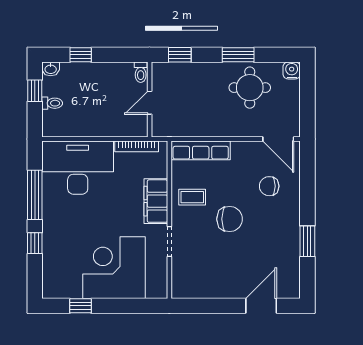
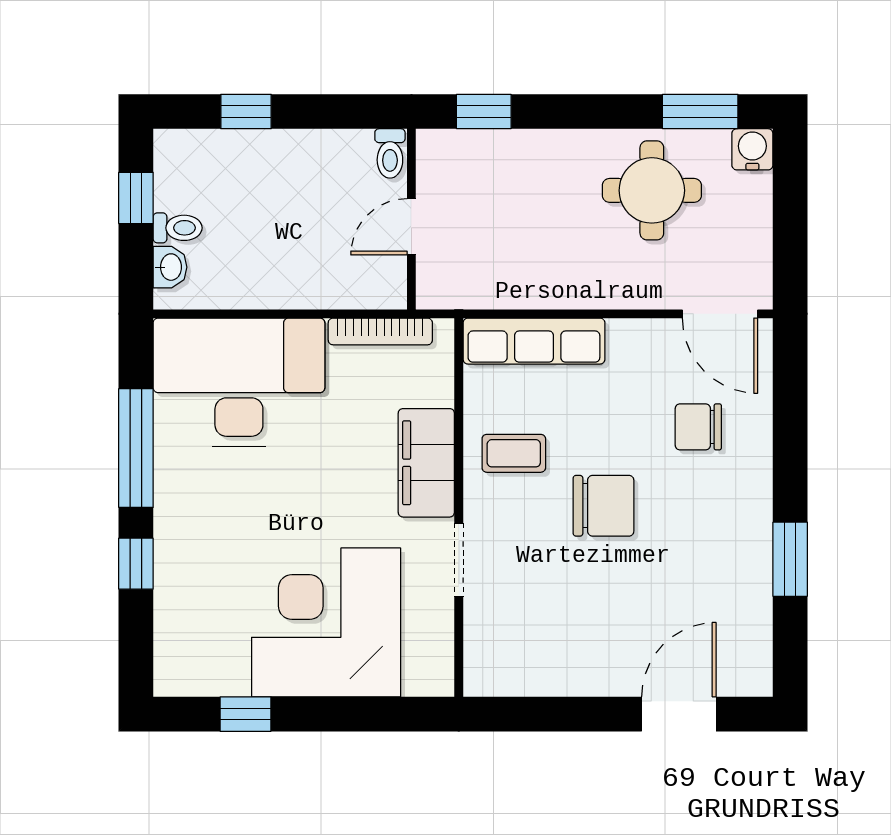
window: (238, 55) -> (700, 112), moved
washbasin: (51, 69) -> (170, 267), moved, turned -90

